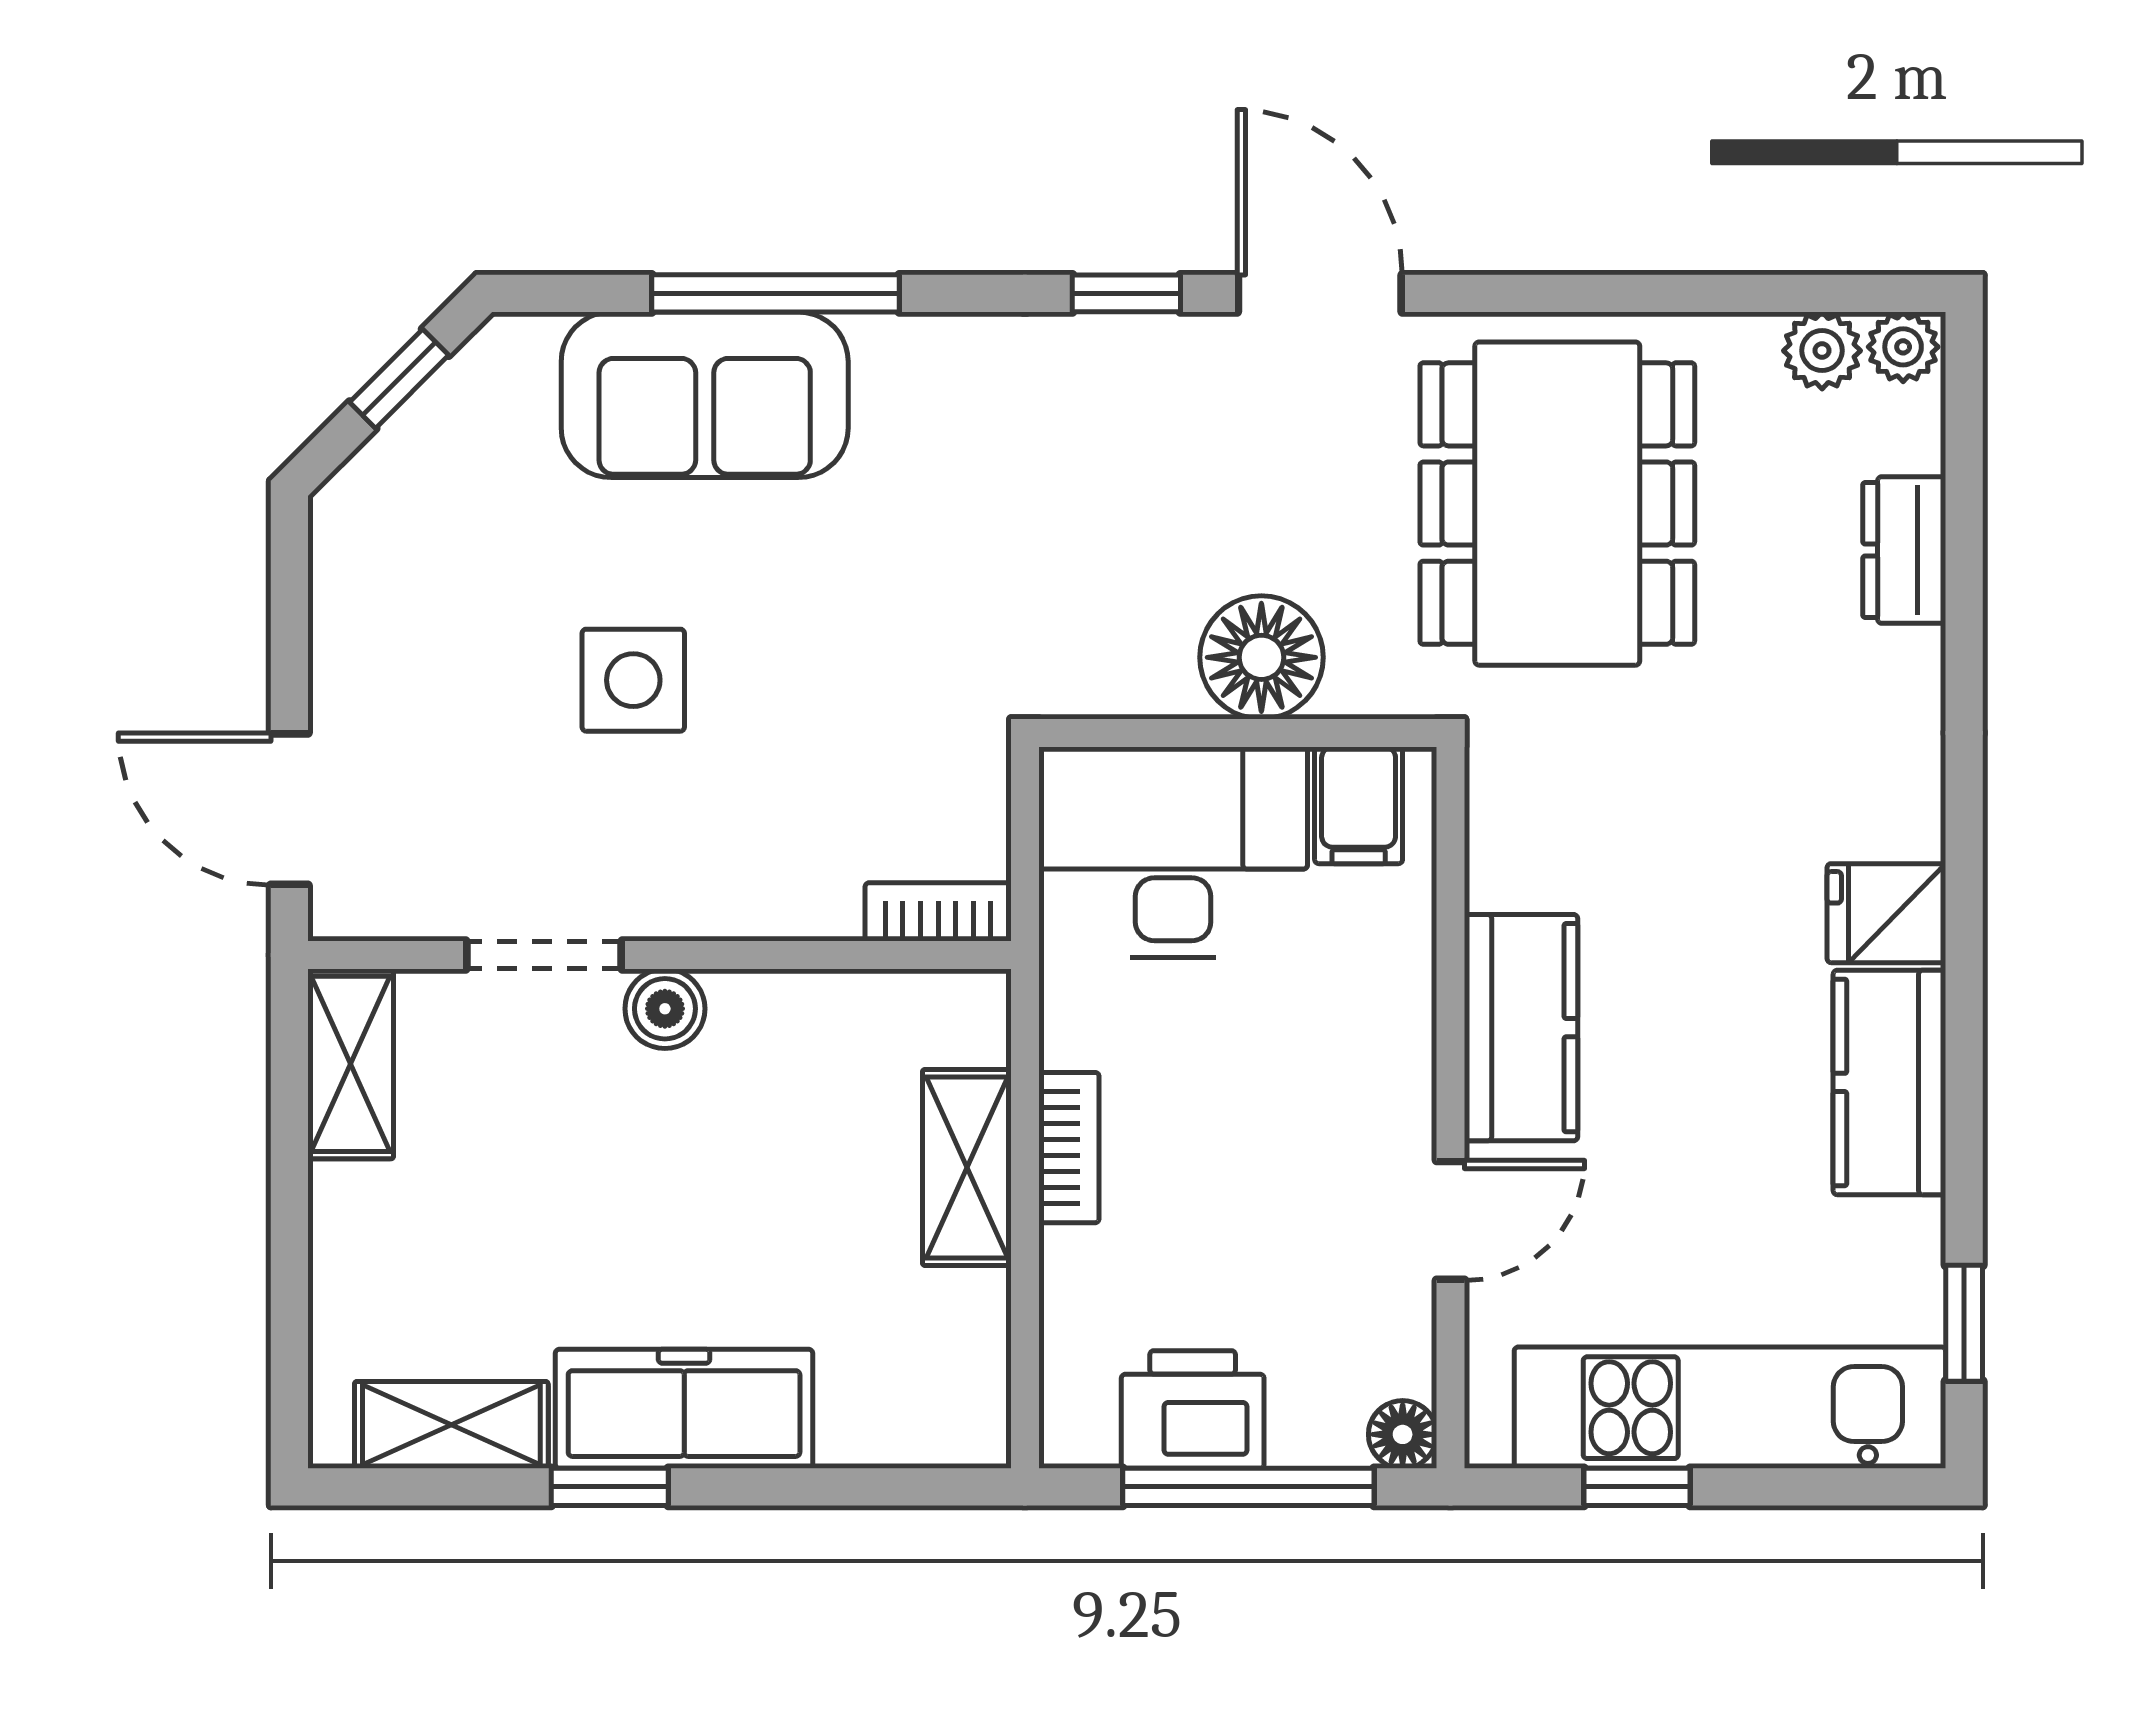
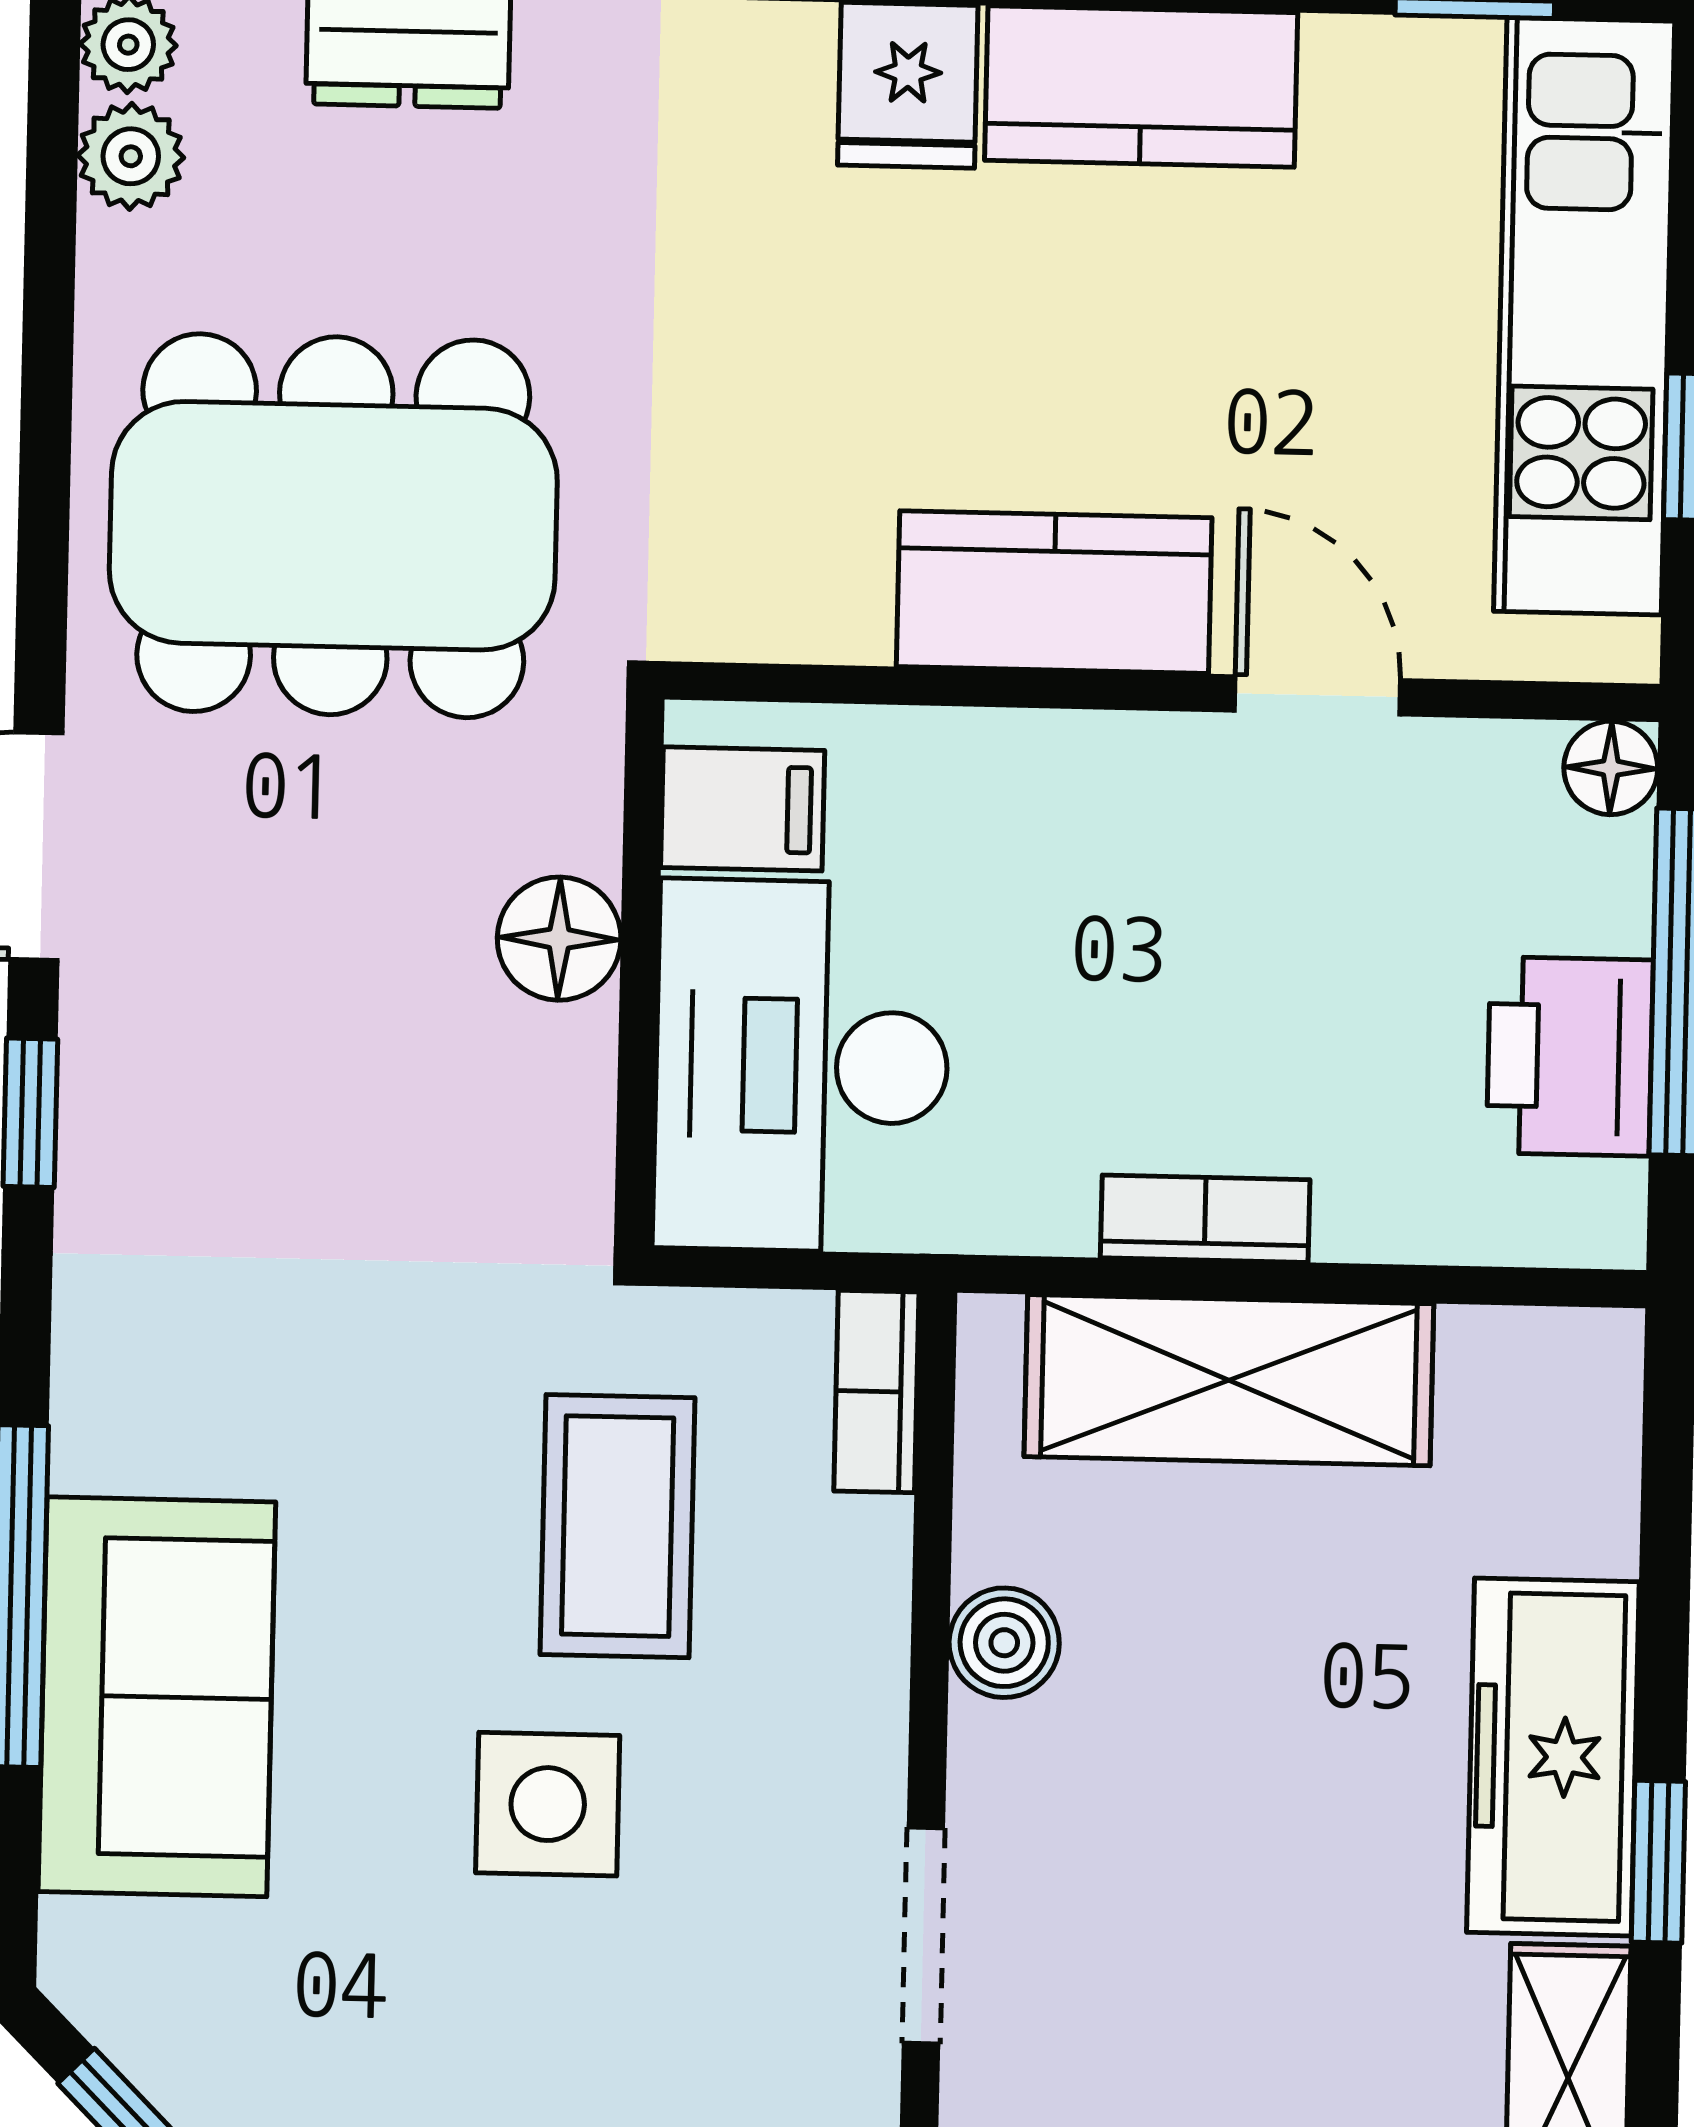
floor lamp: (1261, 657) -> (559, 939), width x0.73, depth x0.73
coffee table: (836, 726) -> (618, 1526), added
boiler: (665, 1009) -> (1004, 1643), moved
shelving: (967, 1167) -> (1229, 1380), width x1.50, depth x1.33

